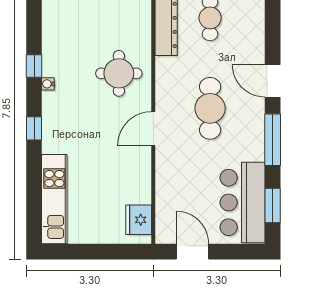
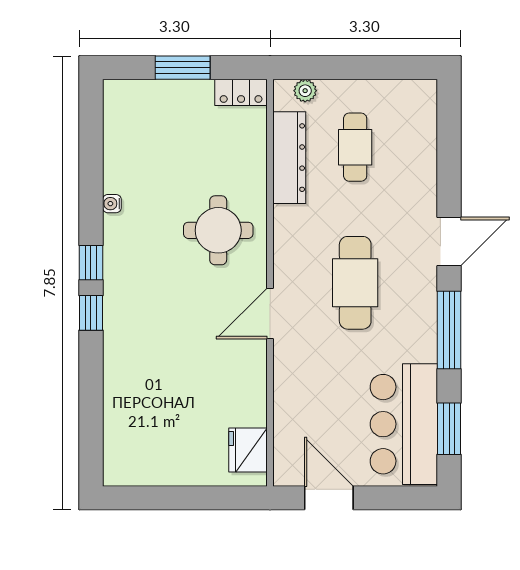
window: (34, 66) -> (91, 263), moved
door: (273, 81) -> (449, 242), swing flipped
water cooler: (48, 84) -> (112, 204), moved
kitchen unit: (54, 199) -> (121, 419), removed

